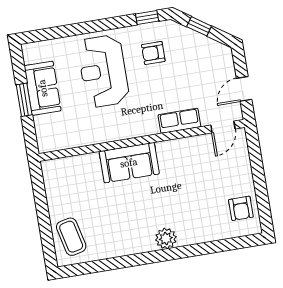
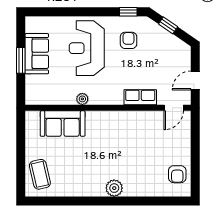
armchair: (153, 53) -> (129, 40), turned 90
plant: (108, 135) -> (82, 99), added
sofa: (129, 163) -> (63, 124), moved

